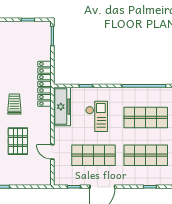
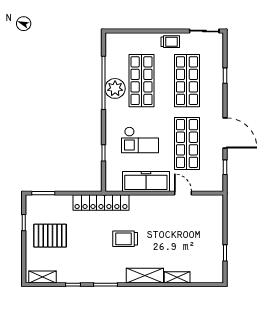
plant: (139, 95) -> (115, 88), added
freezer: (62, 107) -> (146, 182), moved
checkout: (97, 116) -> (140, 140), turned 180
pallet: (18, 141) -> (50, 236), moved
door: (52, 152) -> (183, 193), swing flipped

